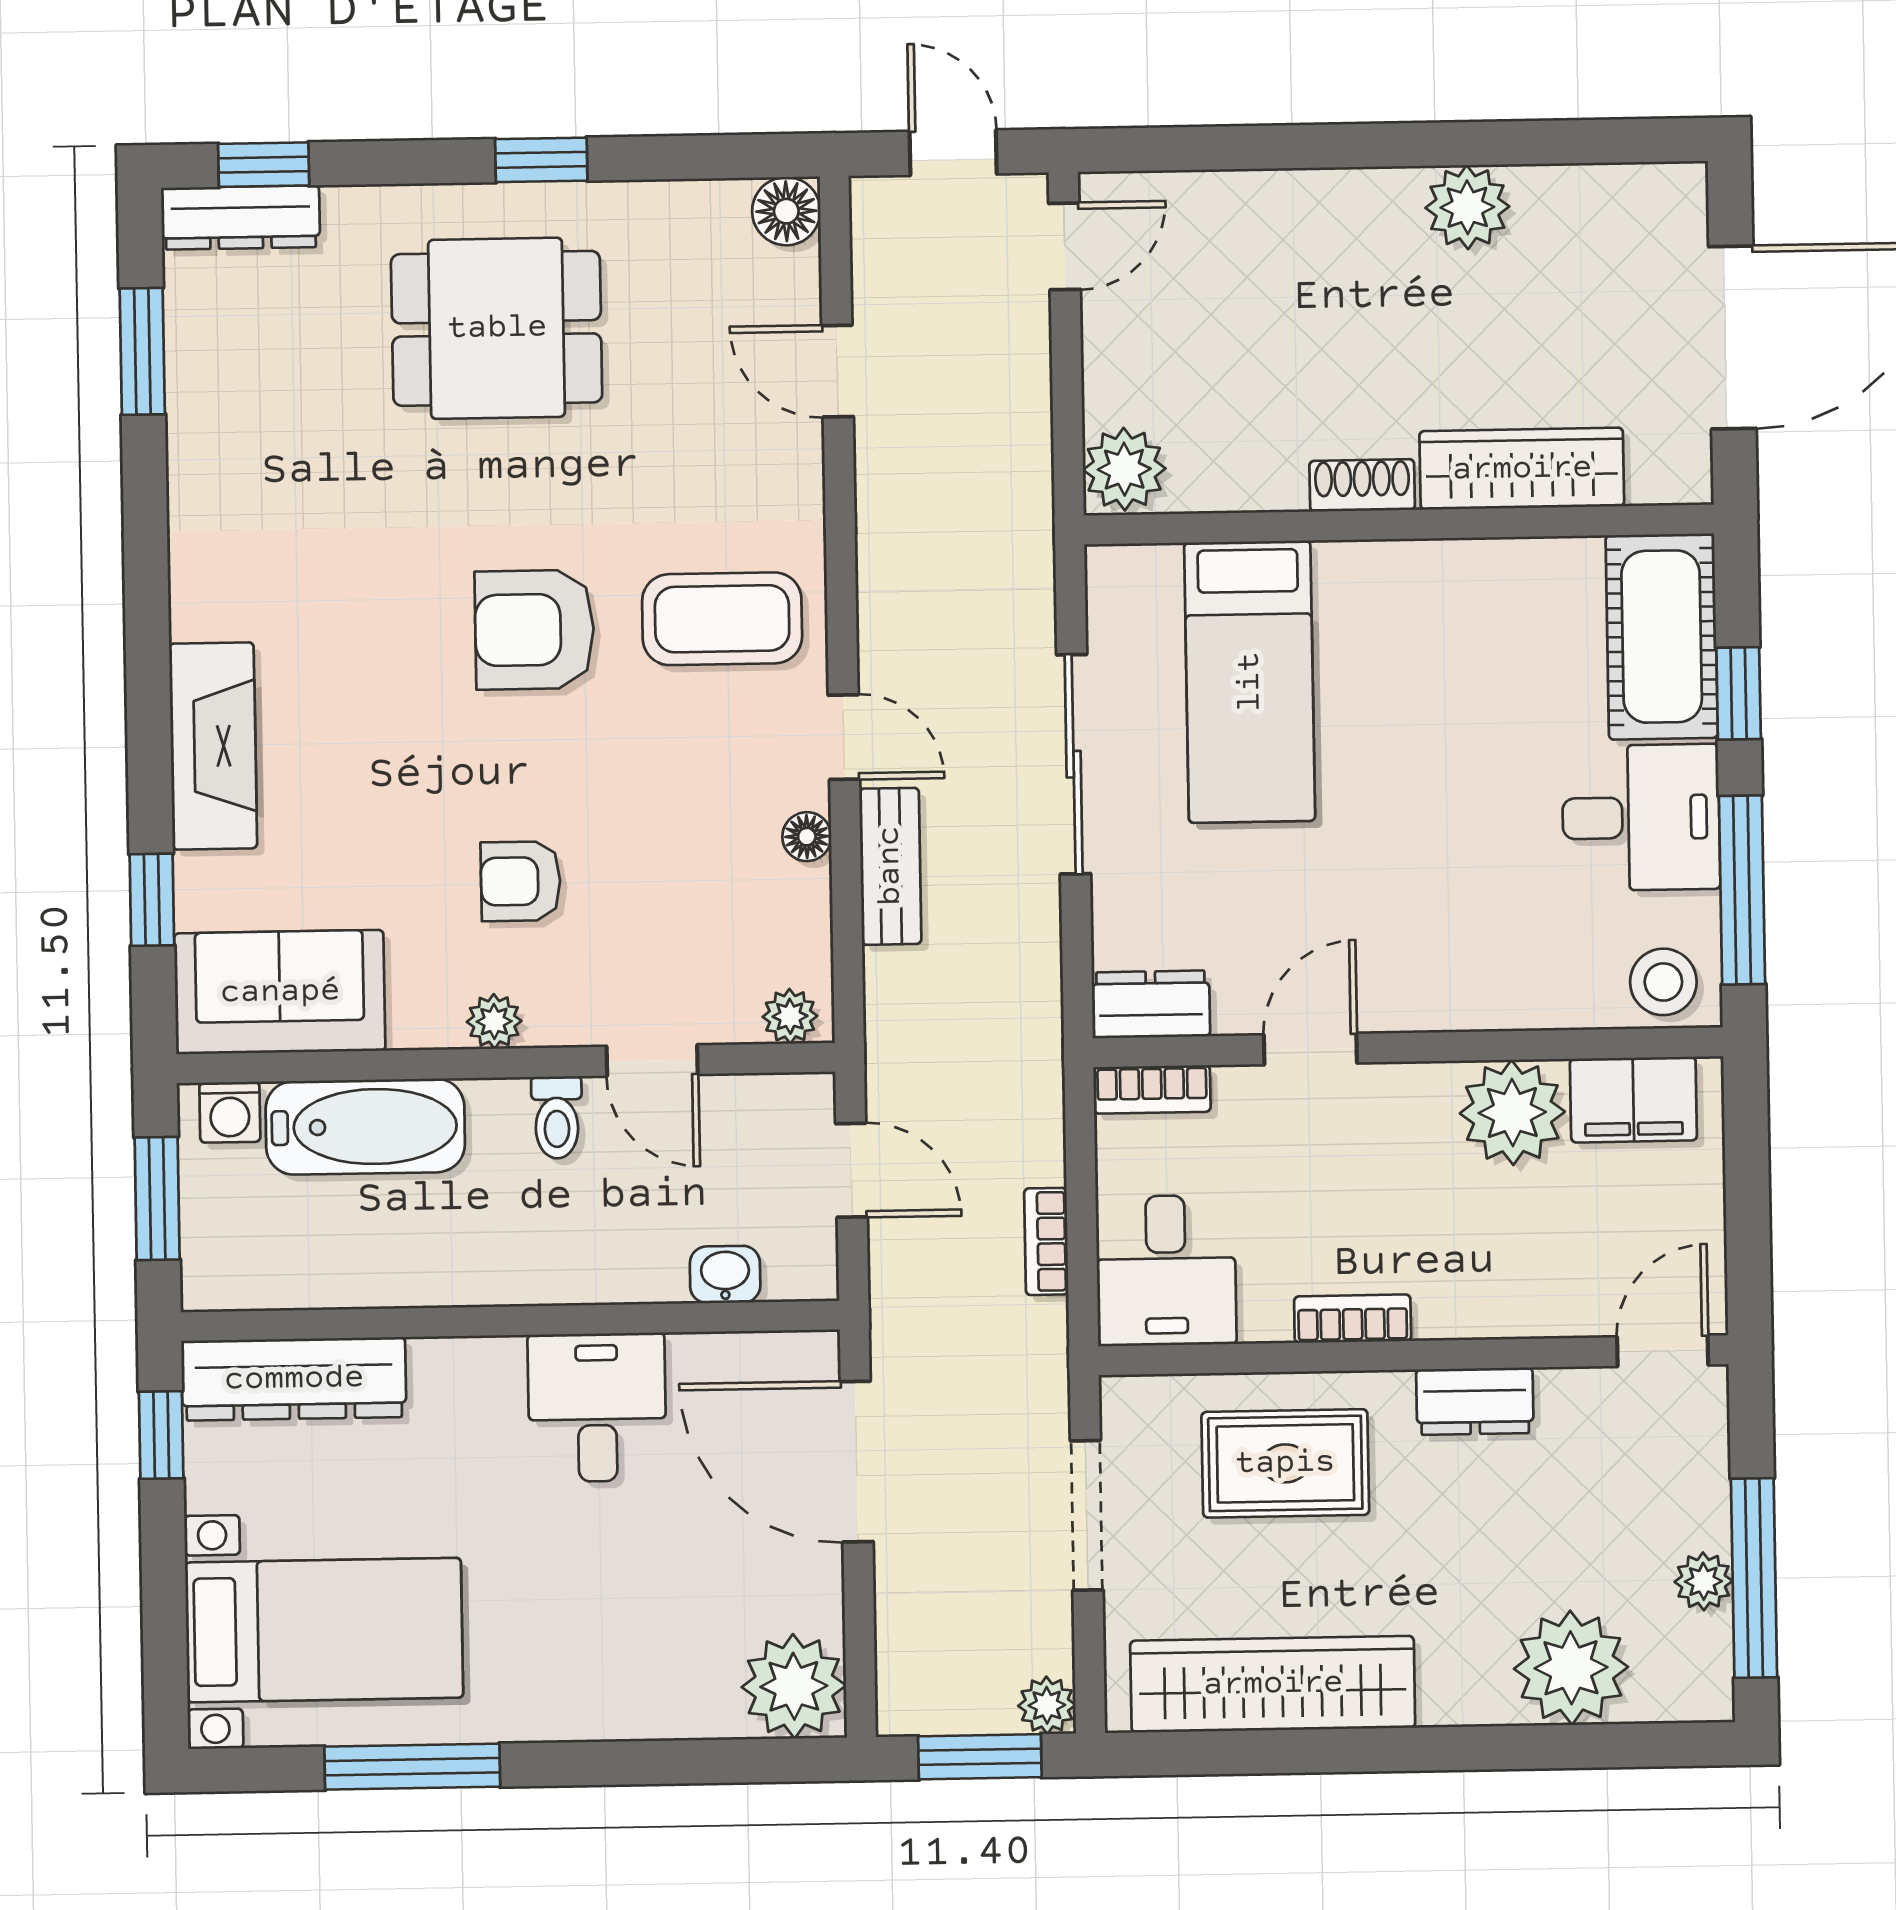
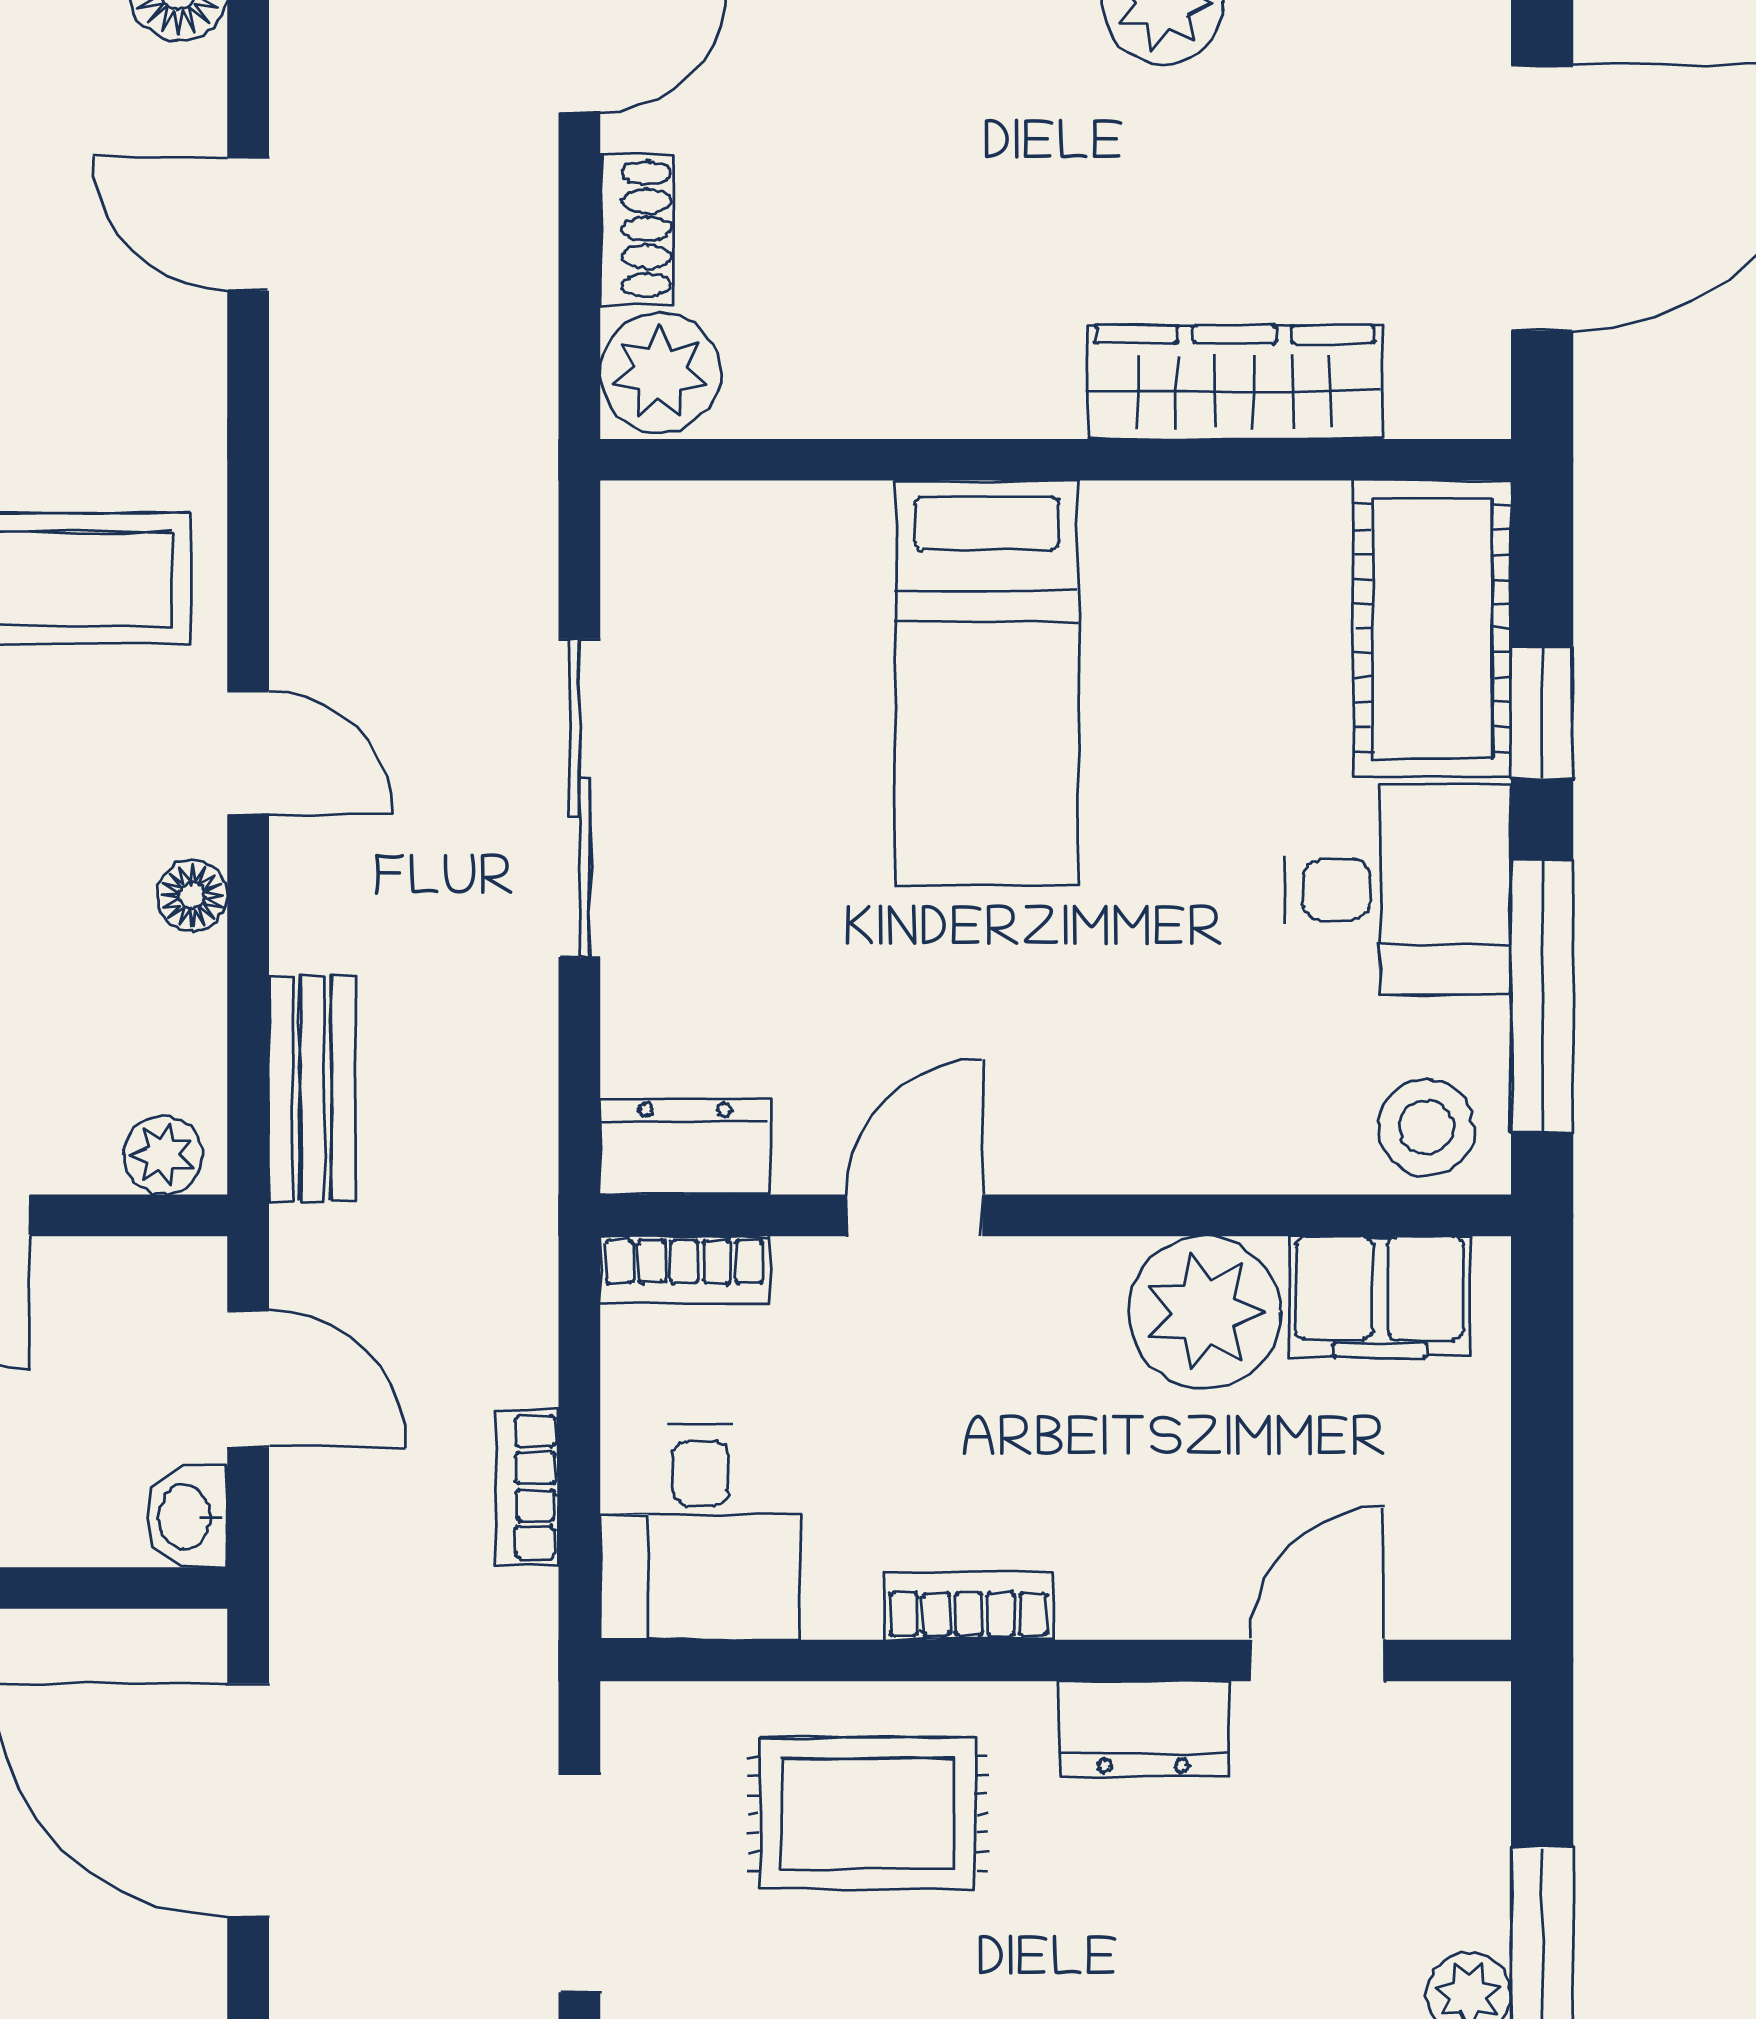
shoe rack: (1362, 485) -> (637, 229), moved, turned 90
bed: (1250, 682) -> (987, 683), moved
bench: (890, 866) -> (312, 1089), moved
washbasin: (725, 1274) -> (187, 1517), moved, turned -90
door: (1663, 1351) -> (1317, 1660), moved

